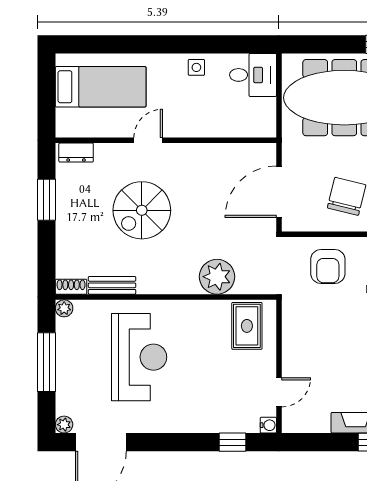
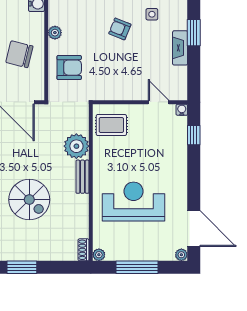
bench: (112, 285) -> (83, 177), moved

